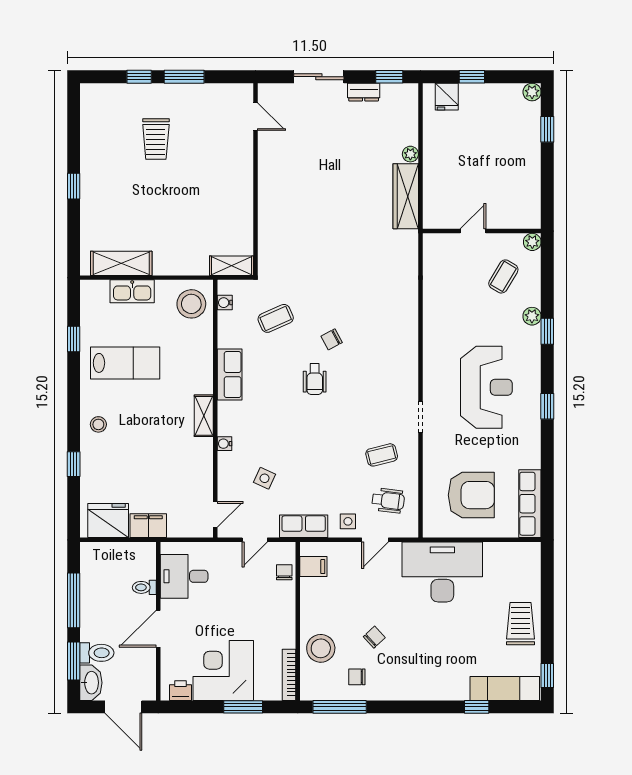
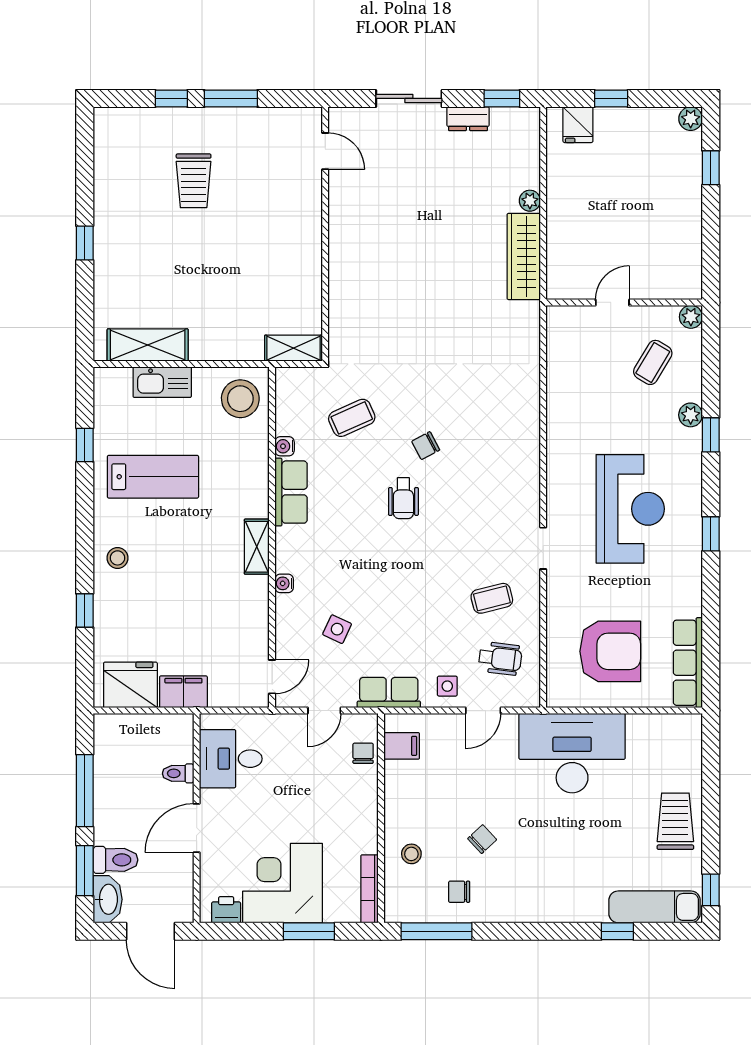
water cooler: (225, 303) -> (285, 446), moved
stool: (321, 648) -> (411, 854), width x0.53, depth x0.53

